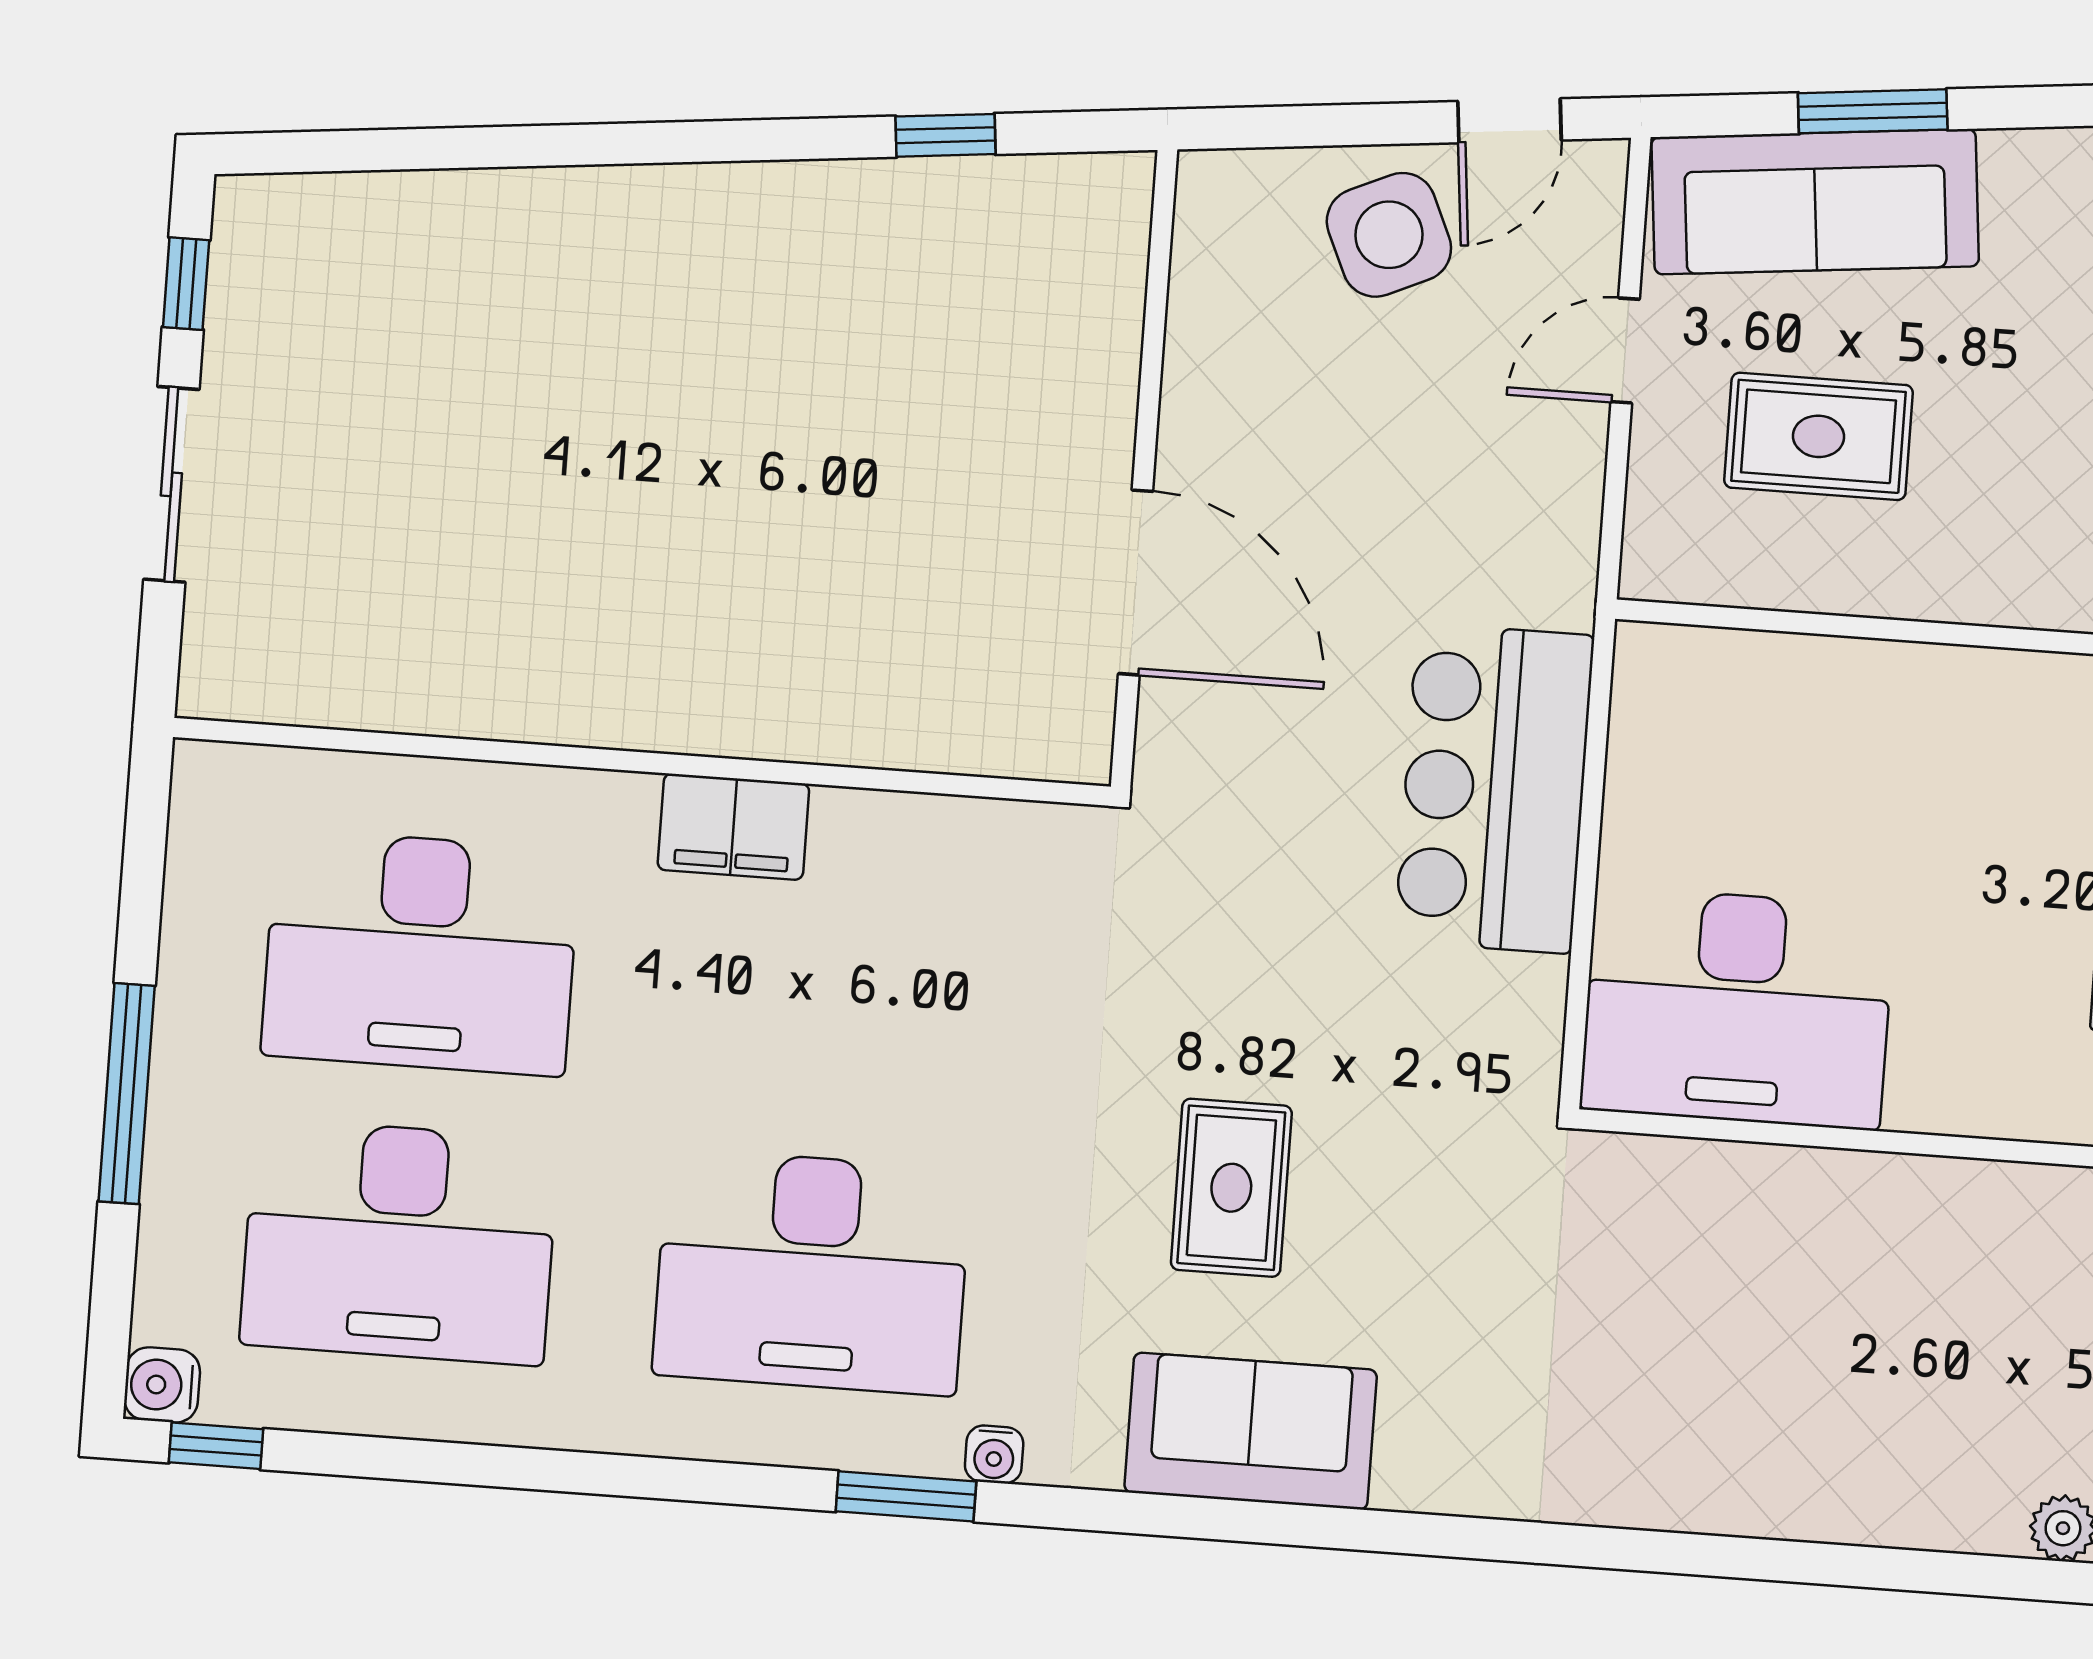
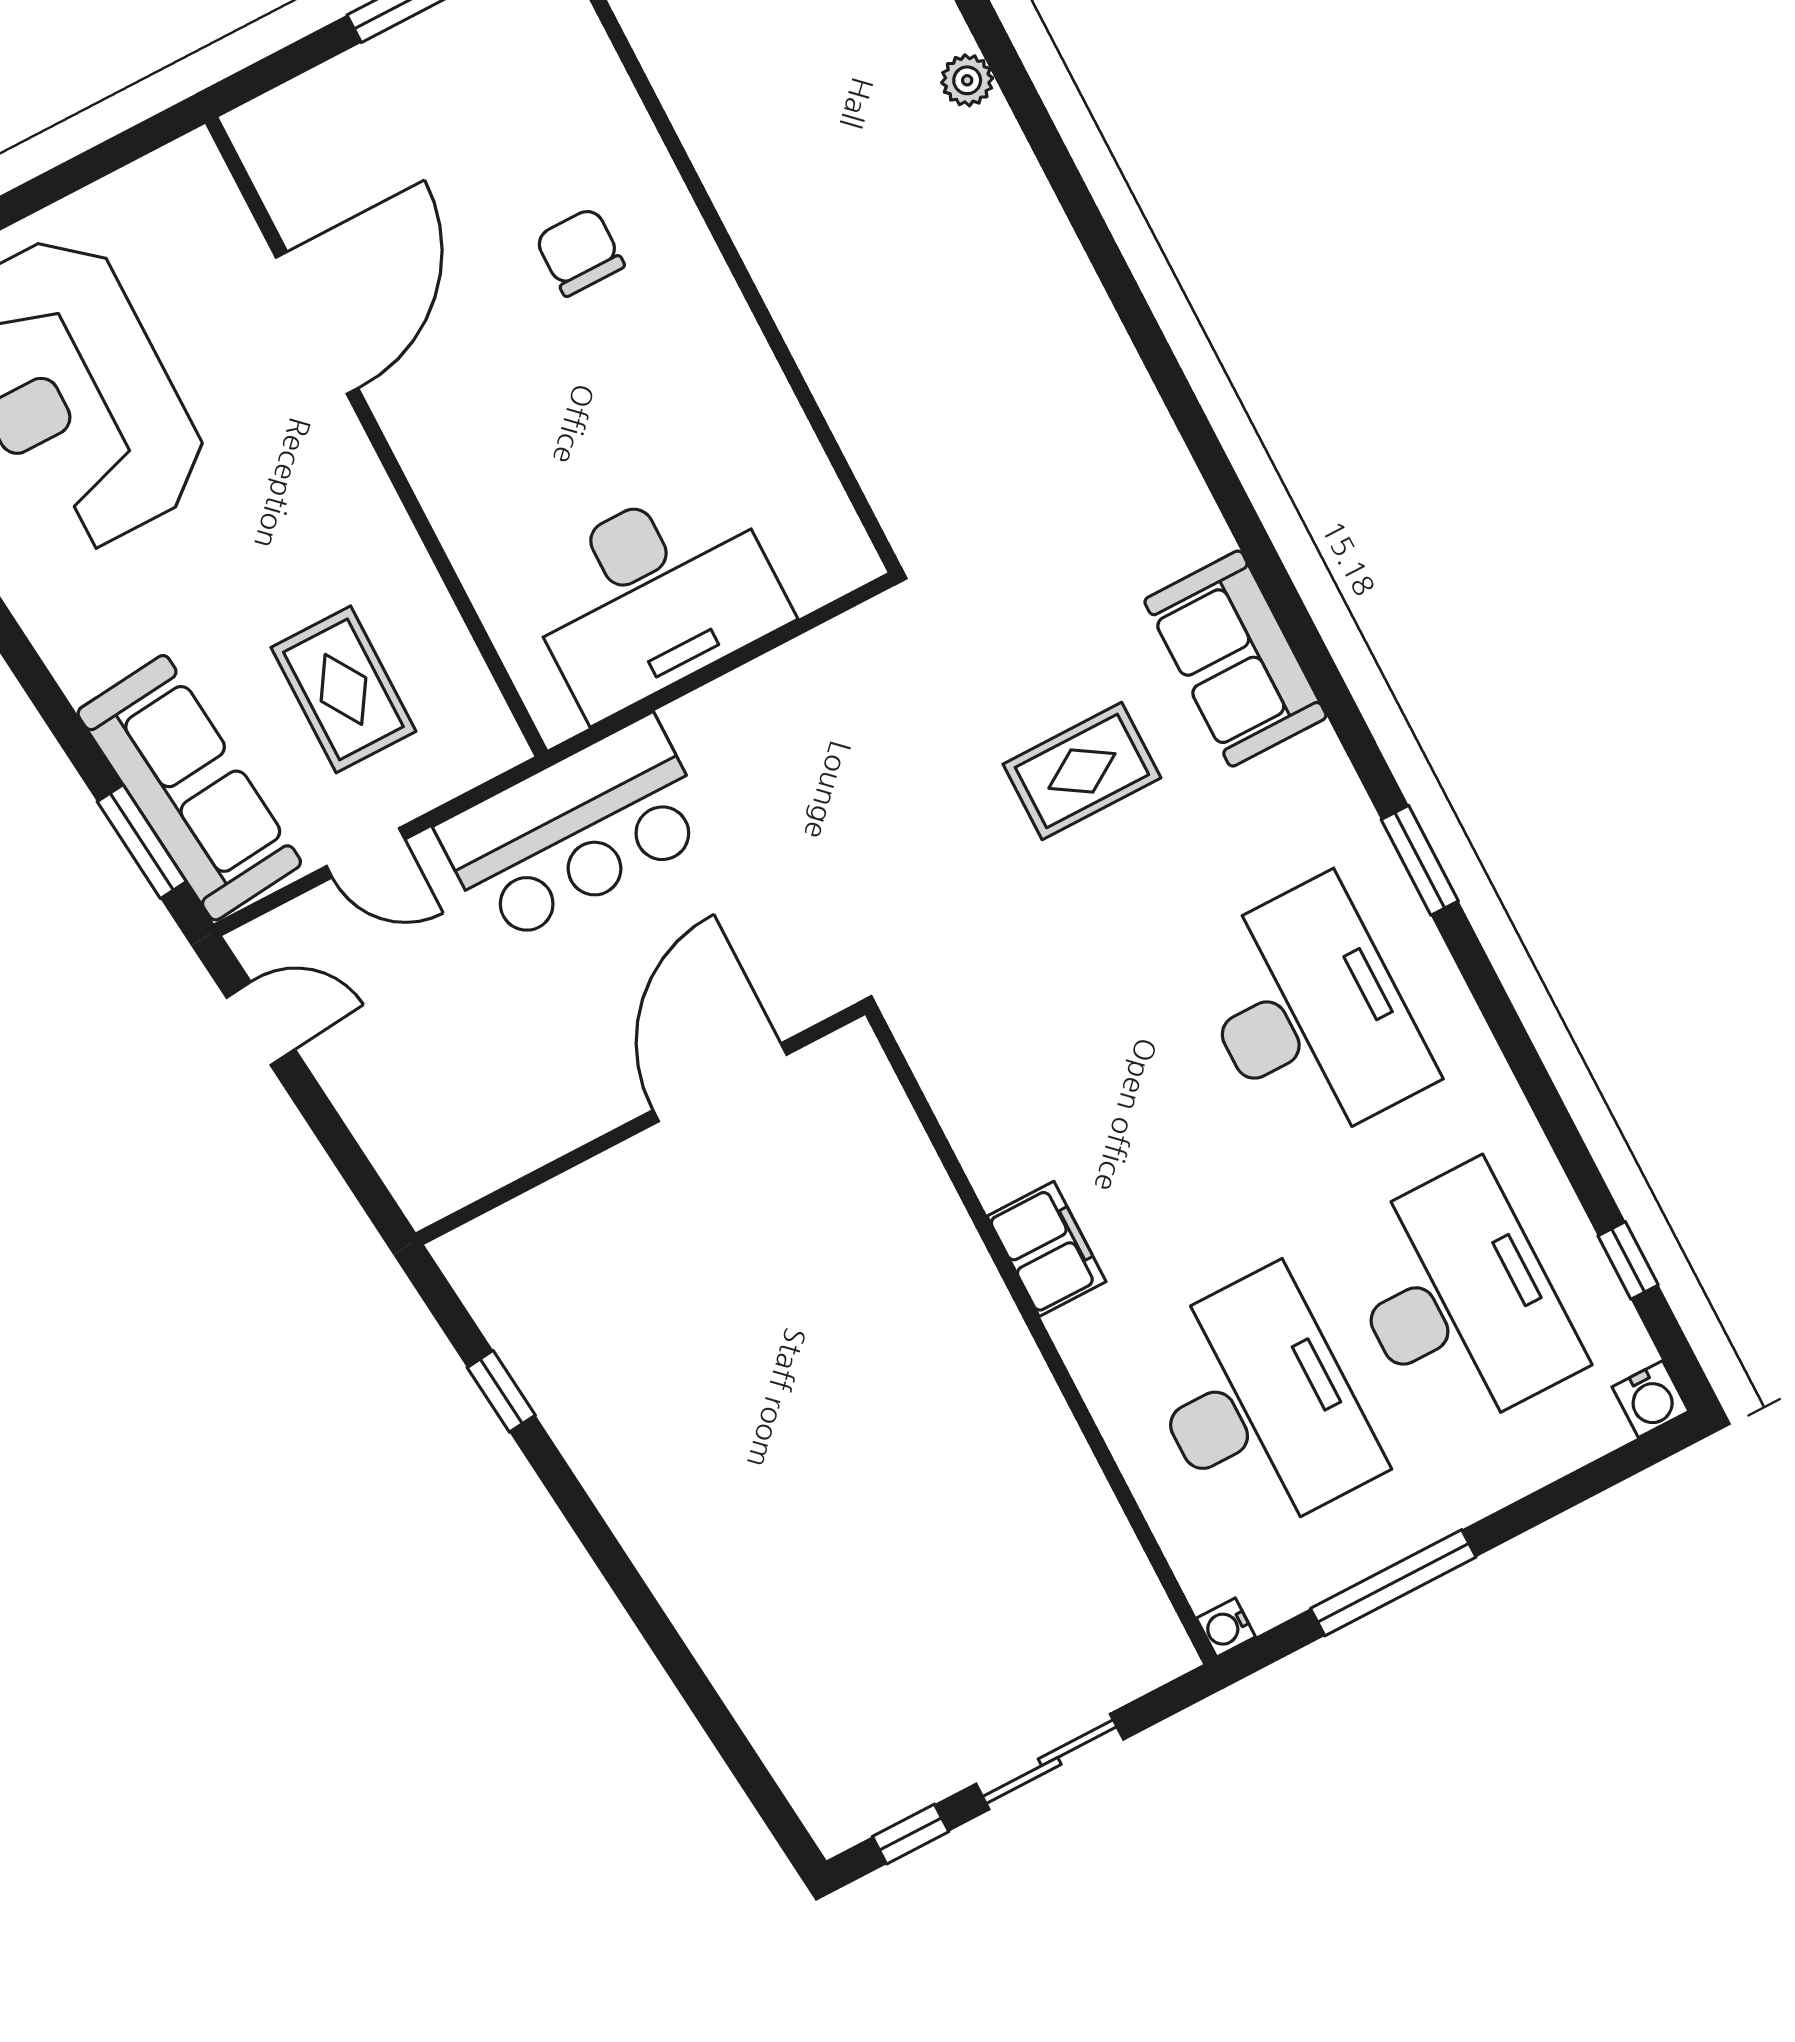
window: (1873, 111) -> (142, 842), moved
side table: (1389, 235) -> (386, 1057), removed
bar counter: (1494, 788) -> (575, 830), moved
desk: (1737, 1008) -> (654, 595), moved, turned 90
window: (127, 1094) -> (1393, 1583), moved
window: (216, 1446) -> (1628, 1260), moved
water cooler: (994, 1454) -> (1226, 1628), moved, turned 180

